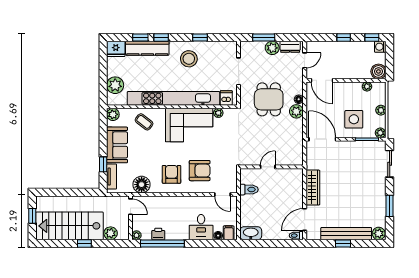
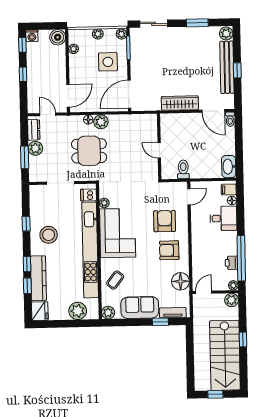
plant: (111, 233) -> (232, 300), moved

